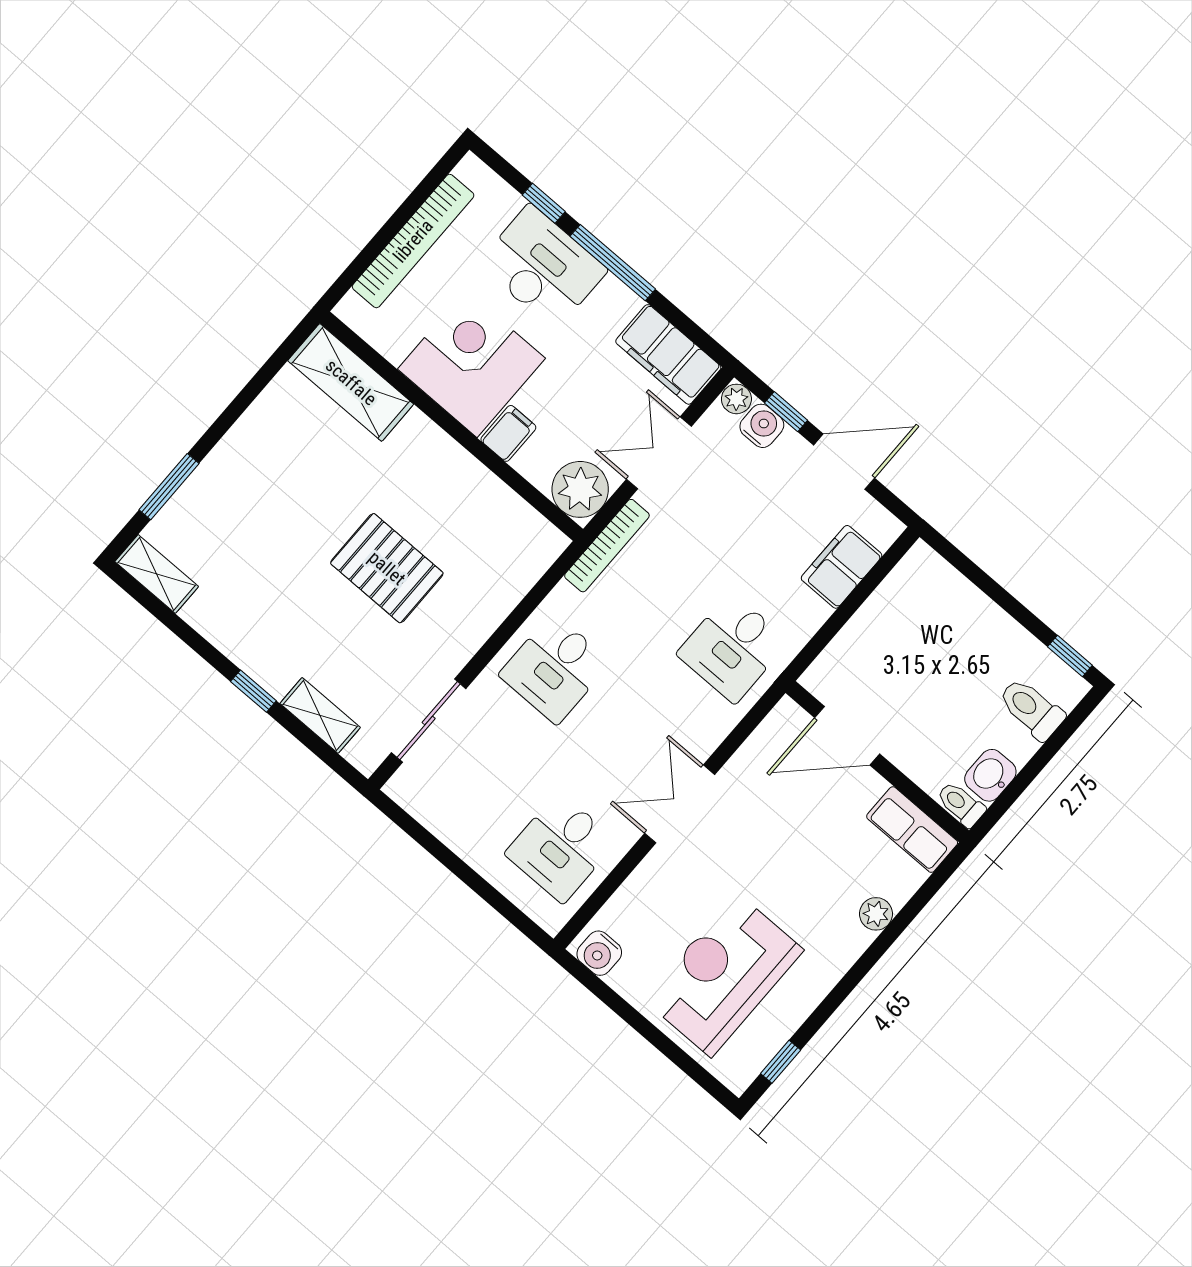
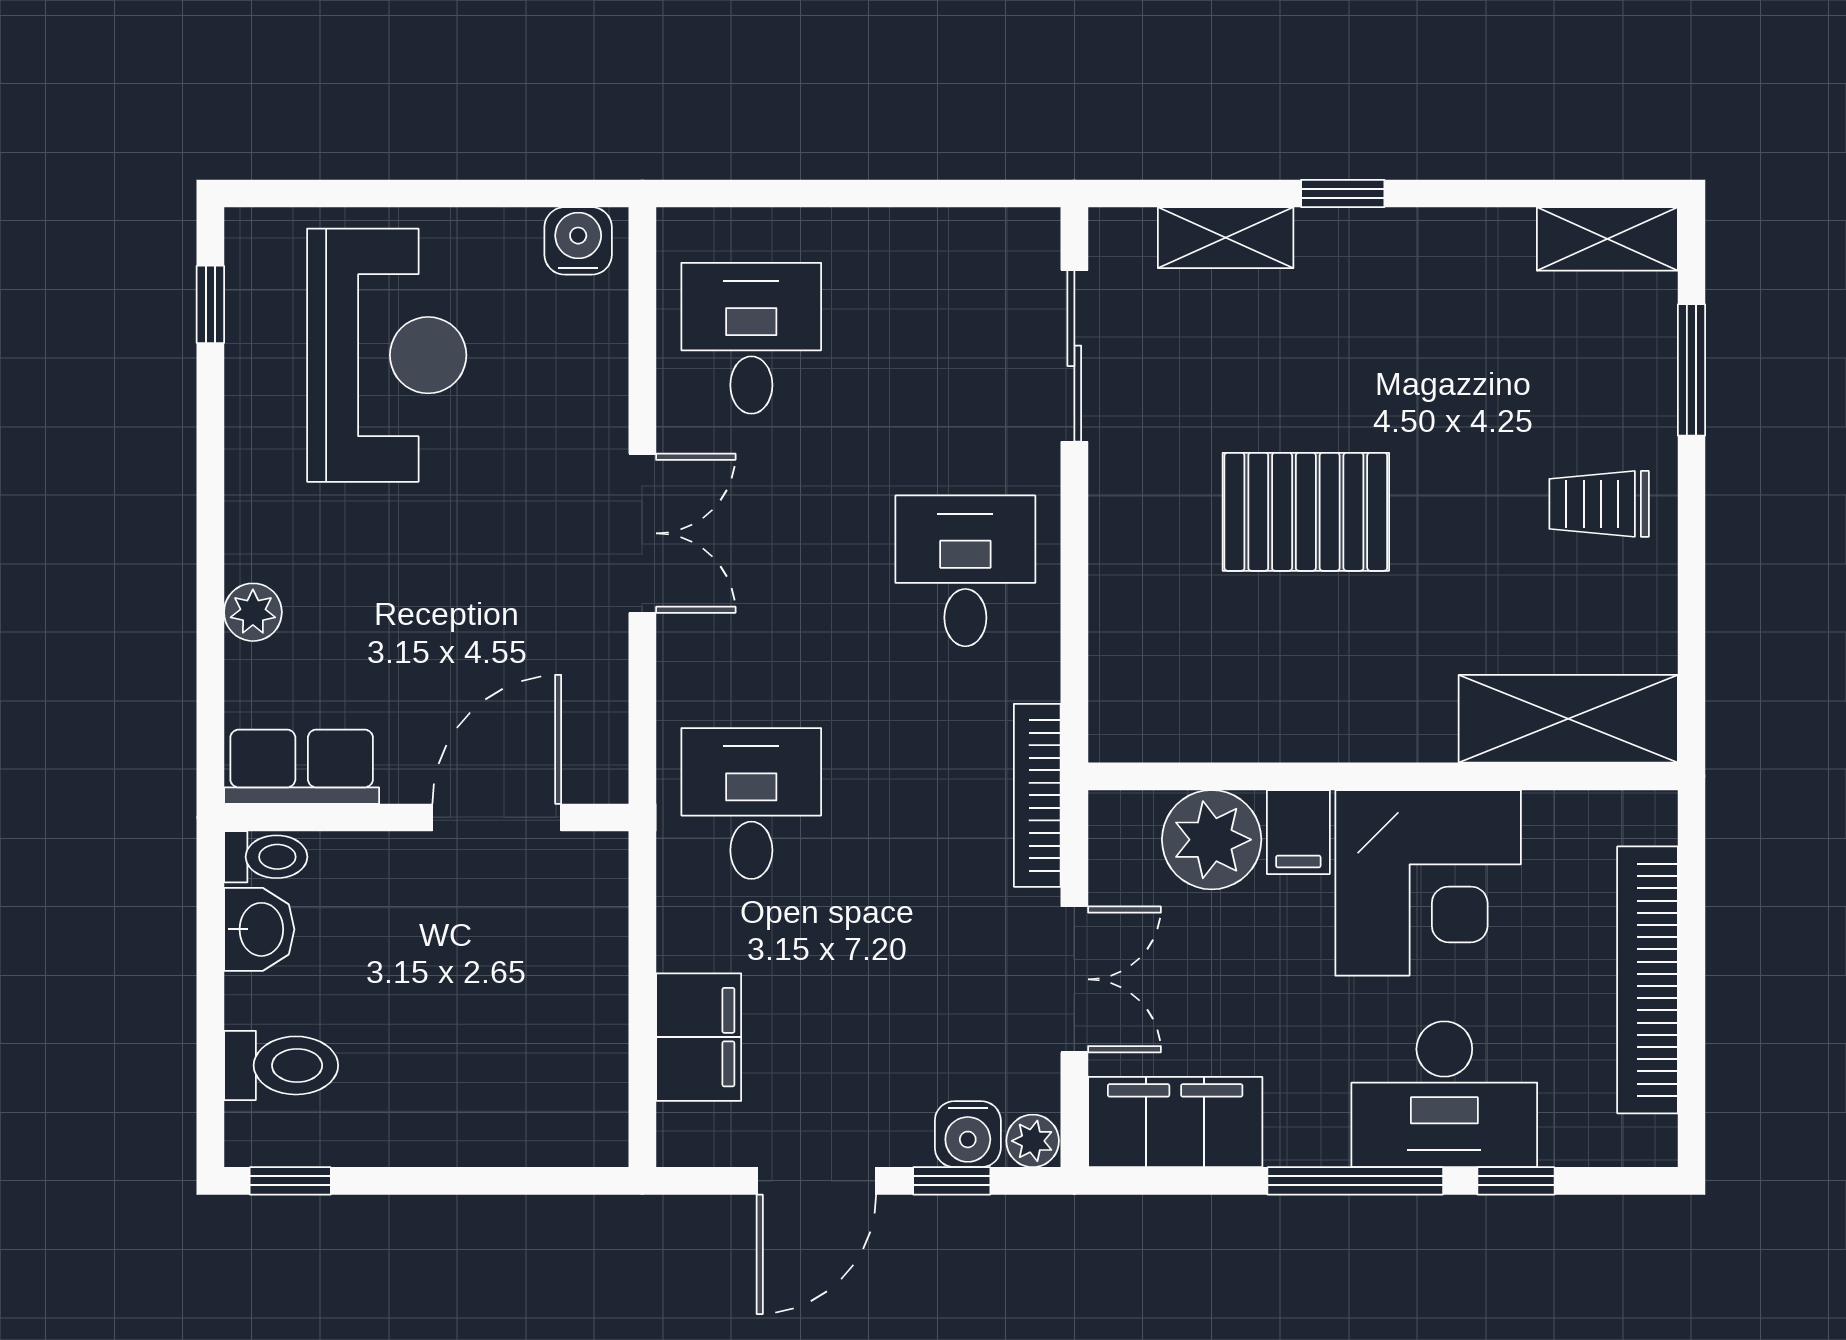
trolley: (258, 463) -> (1599, 504), added
plant: (580, 489) -> (1212, 840), moved

